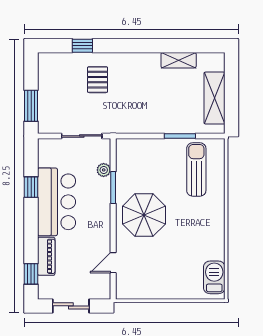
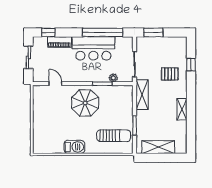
shelving: (179, 60) -> (182, 109), moved
shelving: (130, 124) -> (142, 95), added
window: (31, 187) -> (103, 32), width x3.17
barbecue: (214, 277) -> (74, 147), moved

